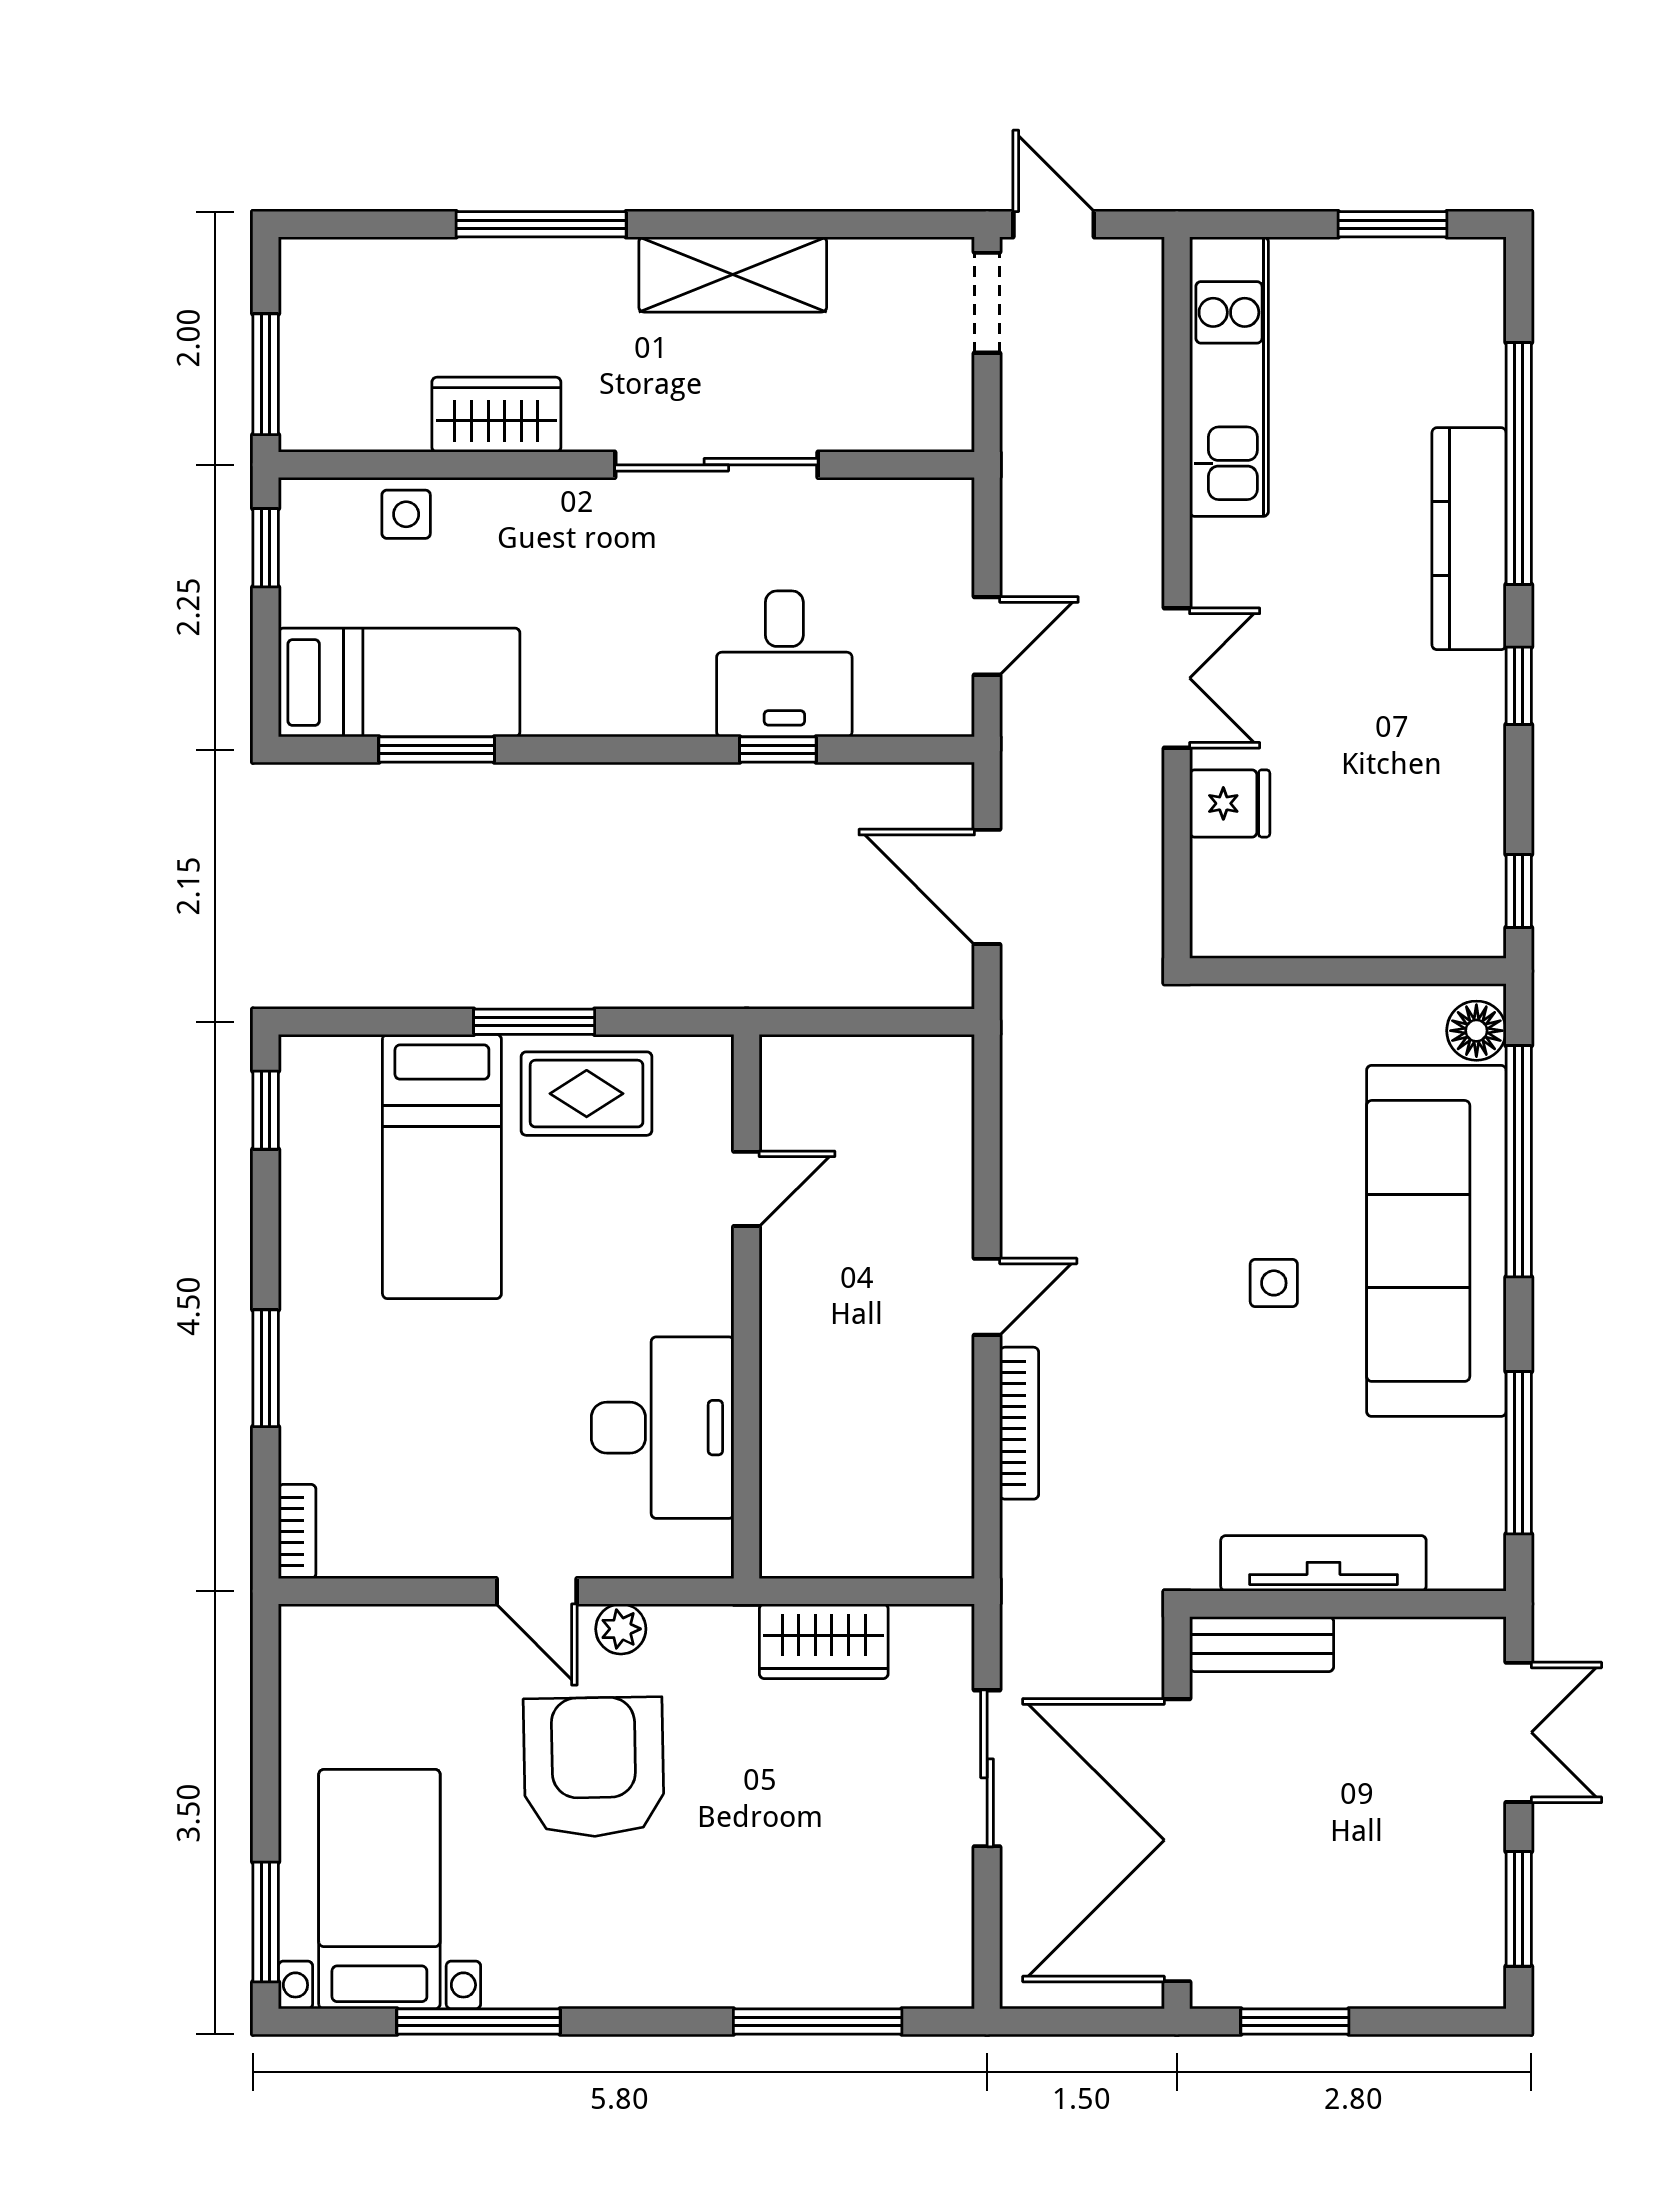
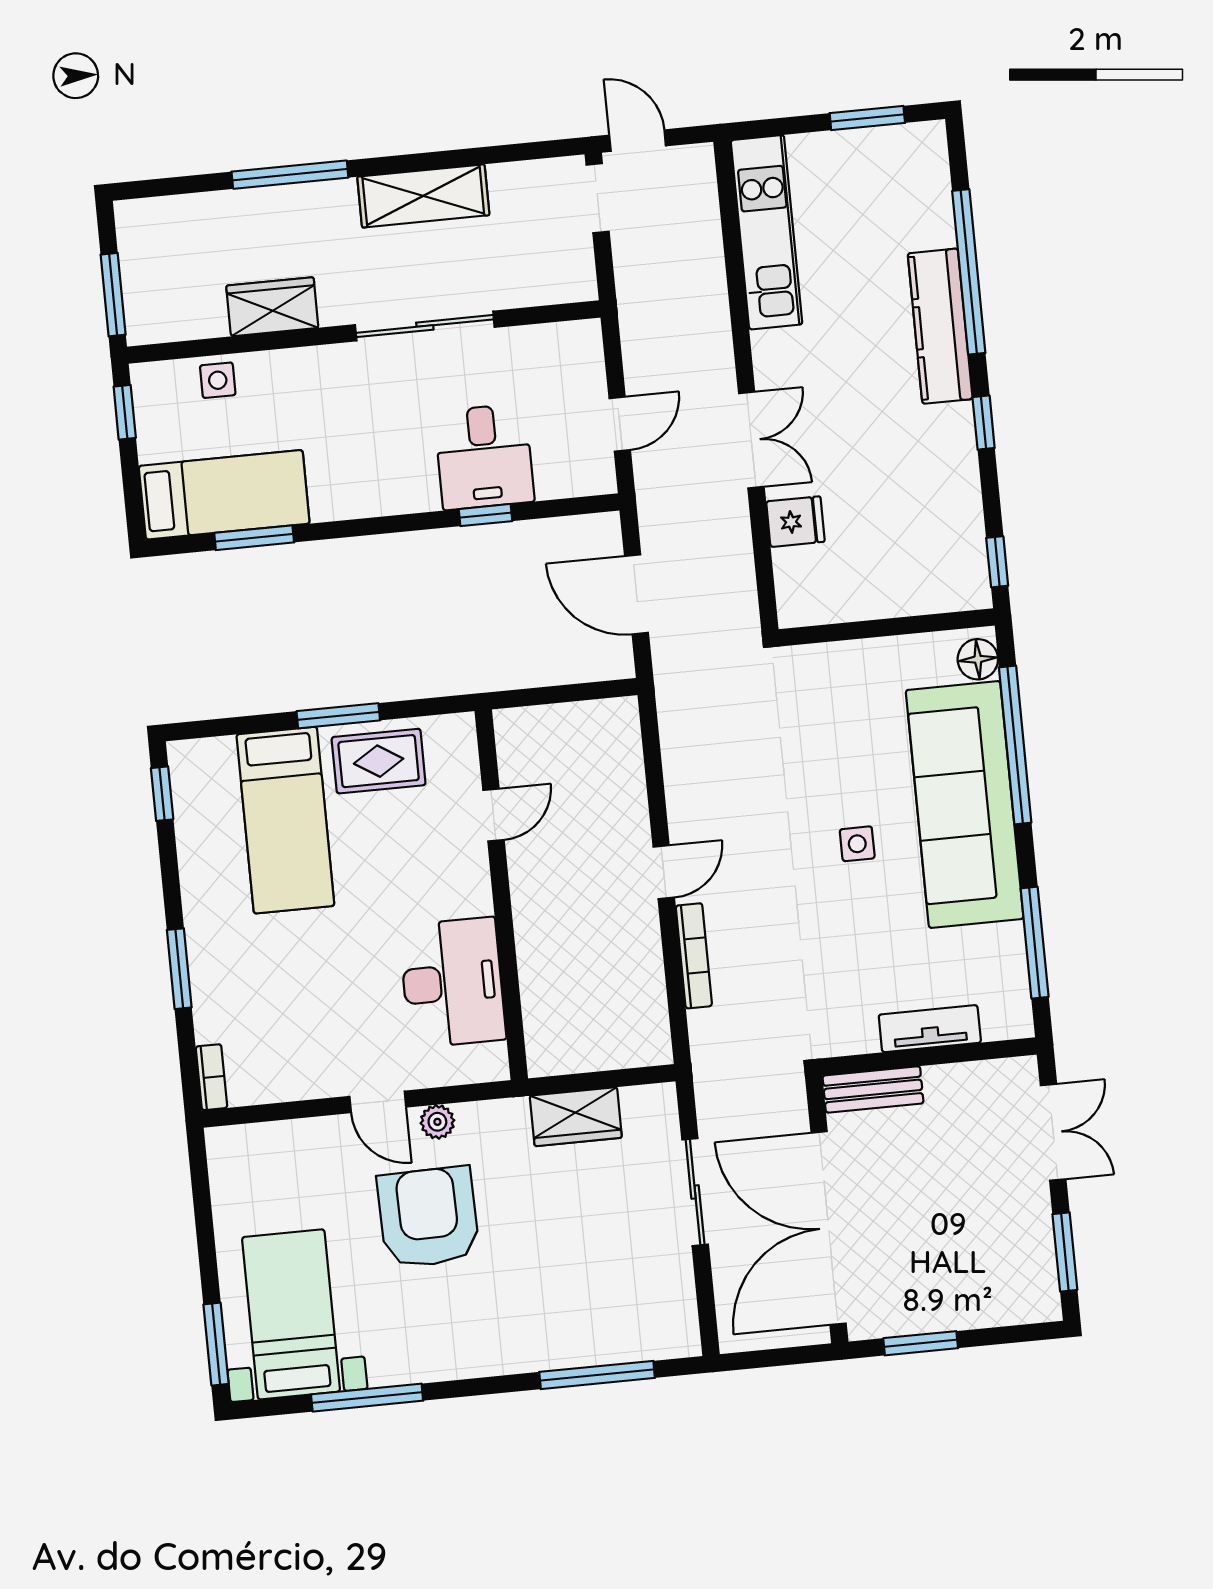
tv unit: (1323, 1563) -> (930, 1029), width x0.71

